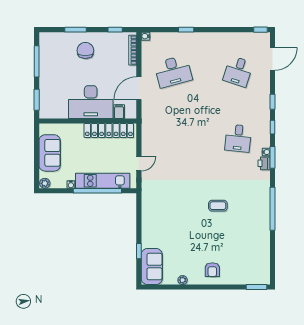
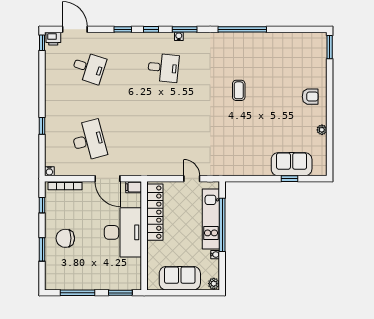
filing cabinet: (119, 112) -> (134, 187), moved
printer: (264, 163) -> (53, 39), moved
sofa: (152, 267) -> (292, 164), moved

